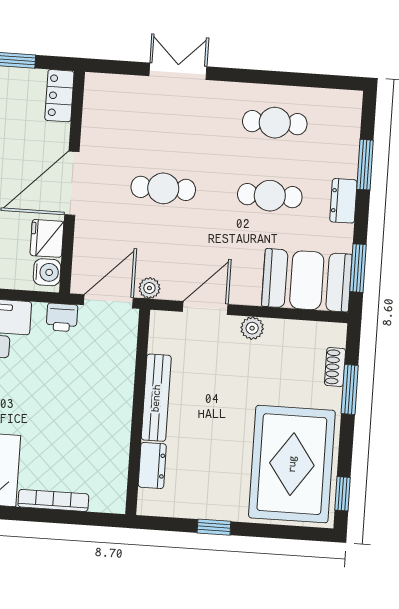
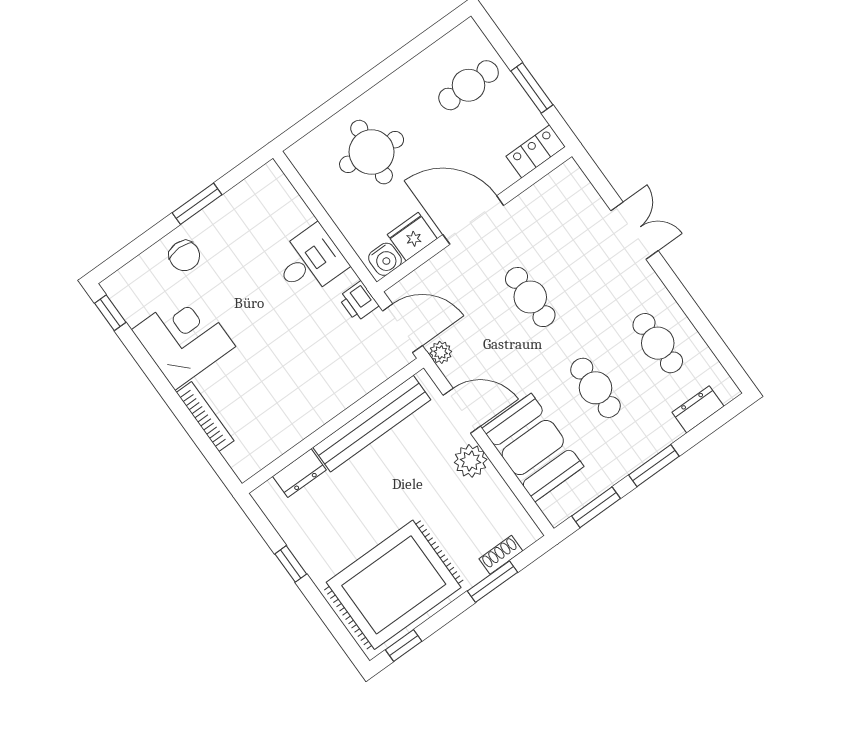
window: (365, 165) -> (654, 466), moved
dresser: (343, 201) -> (698, 409), moved
booth: (307, 280) -> (533, 448), moved
plant: (252, 328) -> (471, 461), width x1.38, depth x1.38
bench: (156, 398) -> (372, 424), width x1.37, depth x1.21

